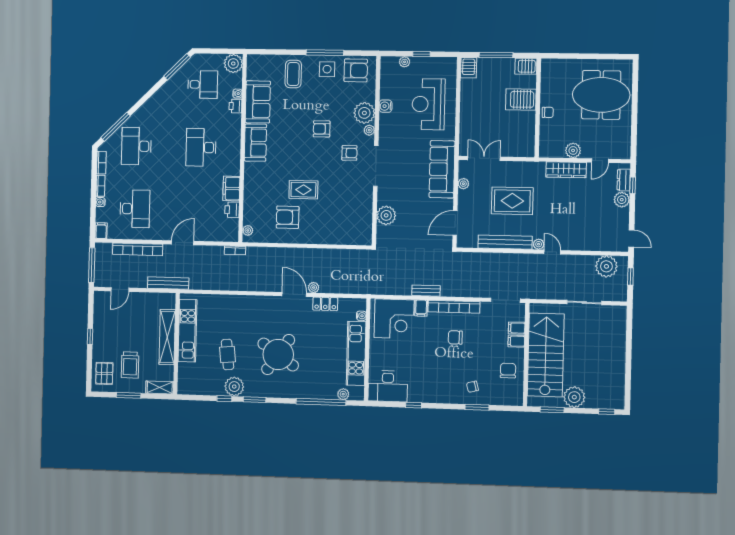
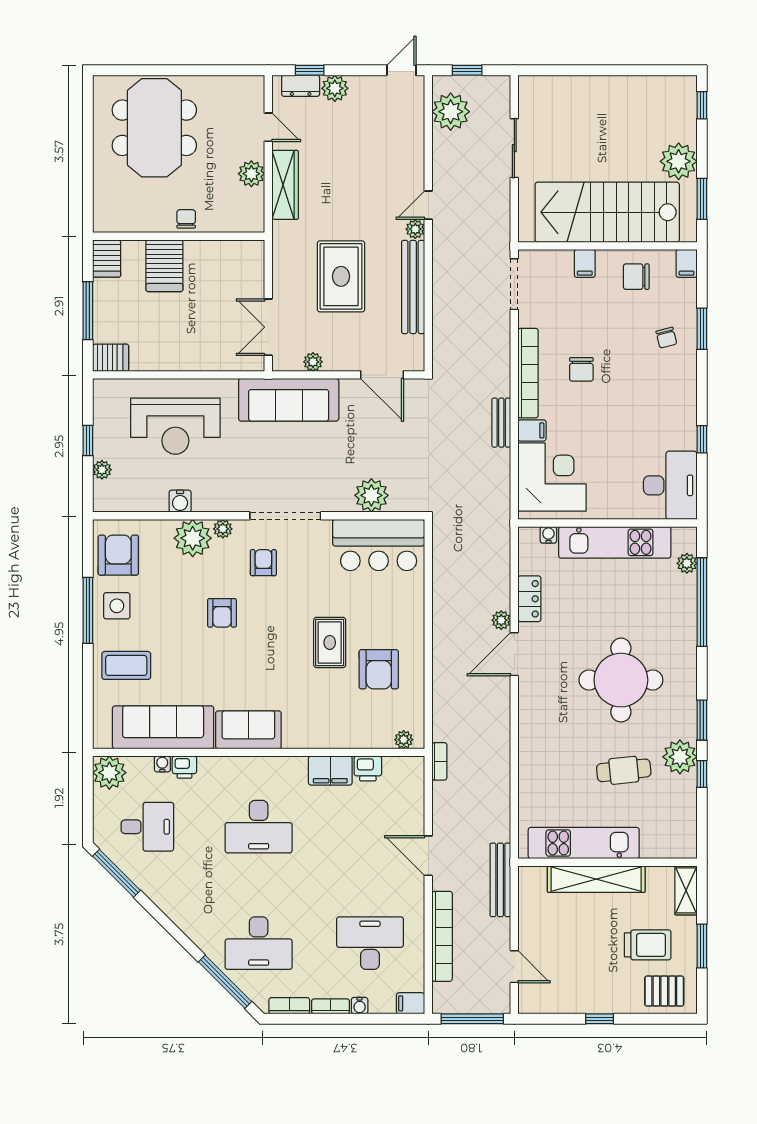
desk: (203, 85) -> (147, 827), turned 90
sofa: (258, 102) -> (163, 727), width x1.36
bar counter: (358, 219) -> (379, 545), added
filing cabinet: (517, 328) -> (687, 263), moved
round table: (278, 355) -> (621, 680), turned -35

